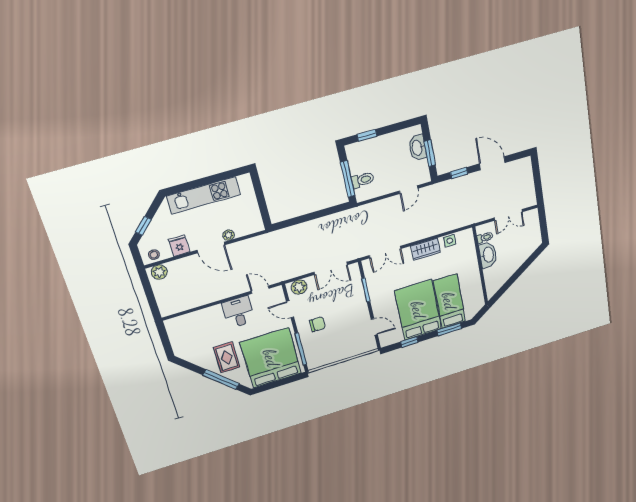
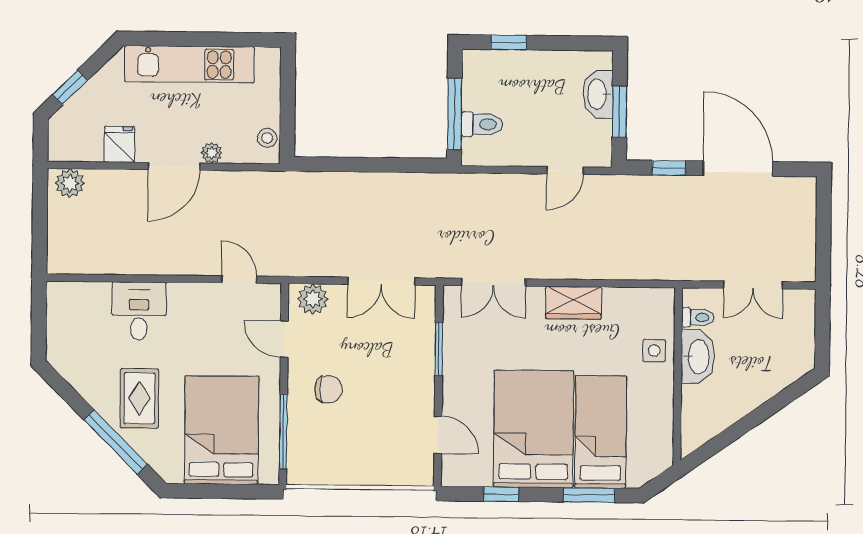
door: (492, 163) -> (738, 169), width x1.36
side table: (450, 241) -> (654, 351), moved
door: (211, 248) -> (174, 166), hinge flipped
stool: (154, 255) -> (267, 138), moved
desk: (238, 312) -> (139, 311), moved
bed: (271, 358) -> (222, 430), width x0.73

